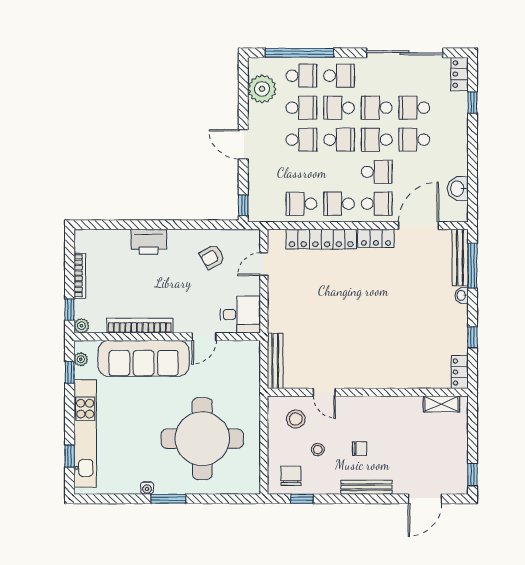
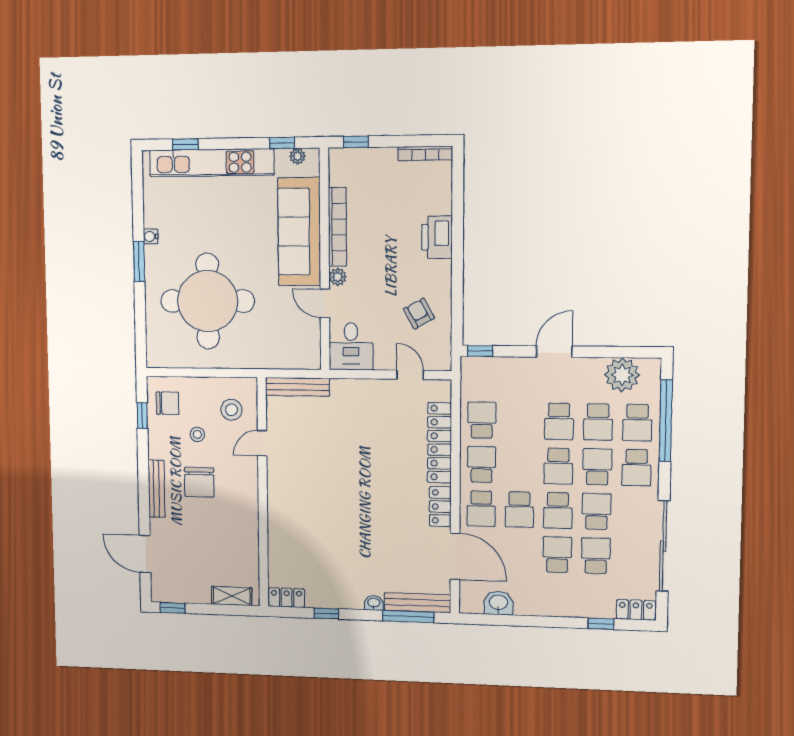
school desk: (377, 140) -> (558, 510), turned 180
bookcase: (80, 276) -> (425, 153), moved
plant: (81, 326) -> (338, 277), moved
shelving: (441, 404) -> (232, 596), moved, turned 90
chair: (360, 449) -> (199, 482), width x1.87, depth x1.87

